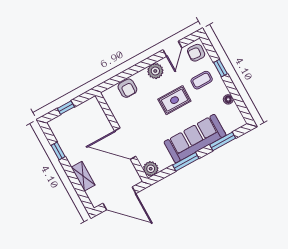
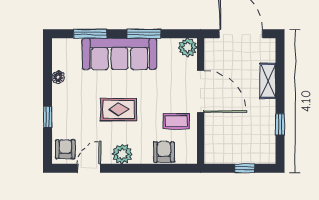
armchair: (196, 53) -> (65, 149), turned -94
coffee table: (202, 80) -> (176, 121), moved

